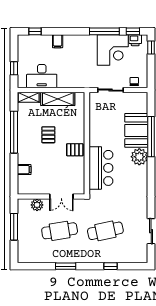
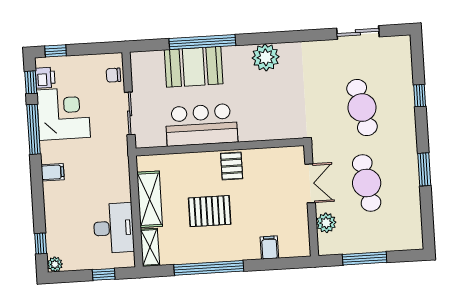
plant: (22, 39) -> (55, 264), added
filing cabinet: (58, 41) -> (53, 172), moved
pallet: (48, 135) -> (210, 211), width x1.50, depth x1.42
plant: (139, 157) -> (266, 57), moved
bar counter: (101, 168) -> (201, 125), moved

